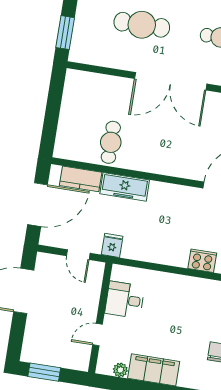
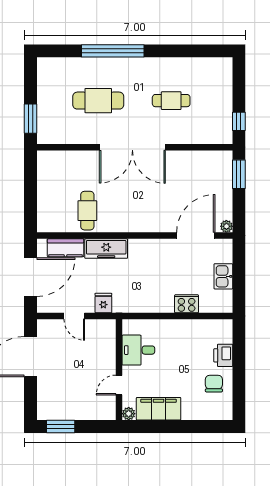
desk: (125, 300) -> (138, 350), moved
wall: (100, 318) -> (119, 370), moved
door: (98, 335) -> (119, 385), moved

